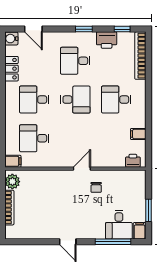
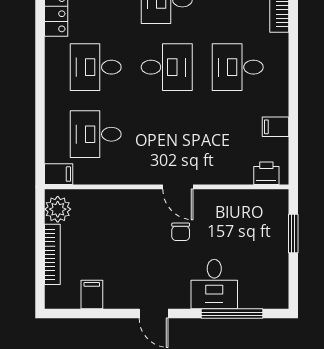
door: (82, 169) -> (178, 187), swing flipped
chair: (96, 187) -> (181, 232), moved
window: (148, 210) -> (293, 234), moved
desk: (119, 225) -> (214, 284), moved
filing cabinet: (140, 231) -> (92, 295), moved

